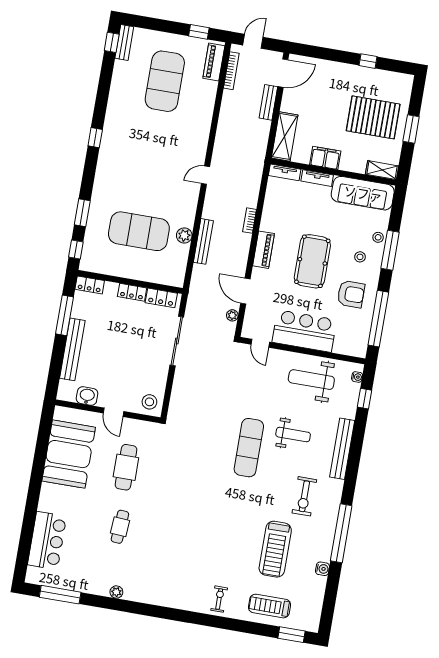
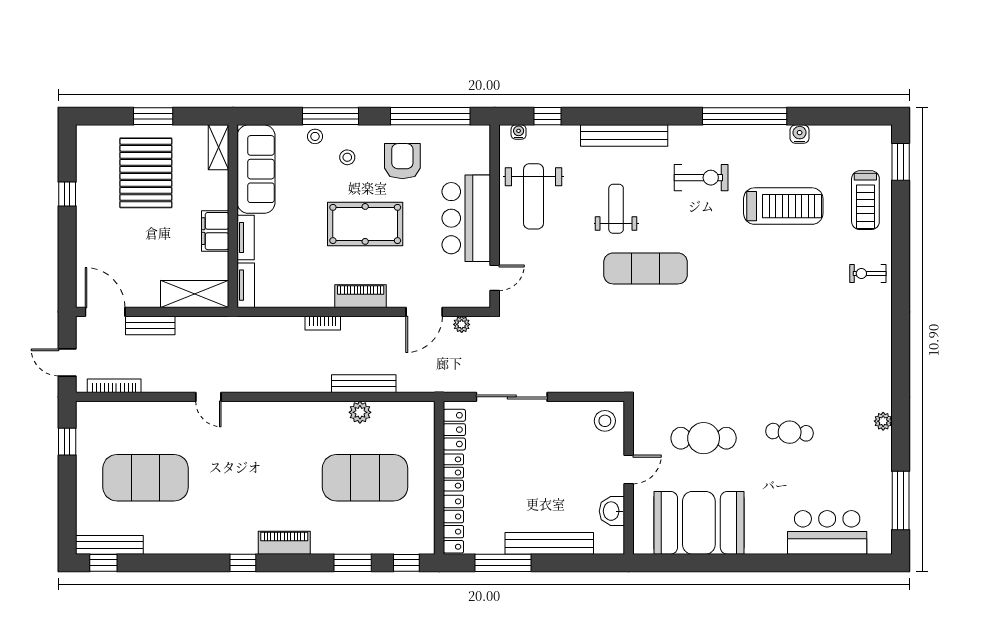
bench: (124, 42) -> (109, 545), width x1.36
piano: (214, 62) -> (284, 543), moved, turned 180
door: (205, 175) -> (208, 397), moved
exercise mat: (139, 231) -> (365, 478), turned 90
locker: (90, 285) -> (453, 524), width x1.53

